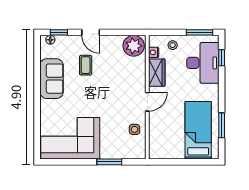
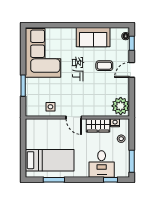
desk: (203, 63) -> (102, 164), width x0.73

